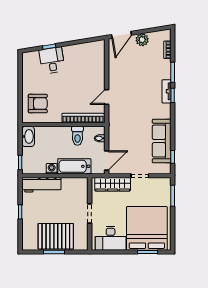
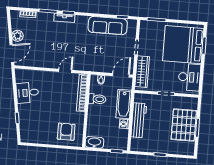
door: (121, 35) -> (12, 54), hinge flipped
desk: (52, 60) -> (27, 93), moved
door: (107, 97) -> (65, 71), swing flipped
door: (107, 160) -> (121, 75), hinge flipped
workbench: (41, 185) -> (139, 120), moved

